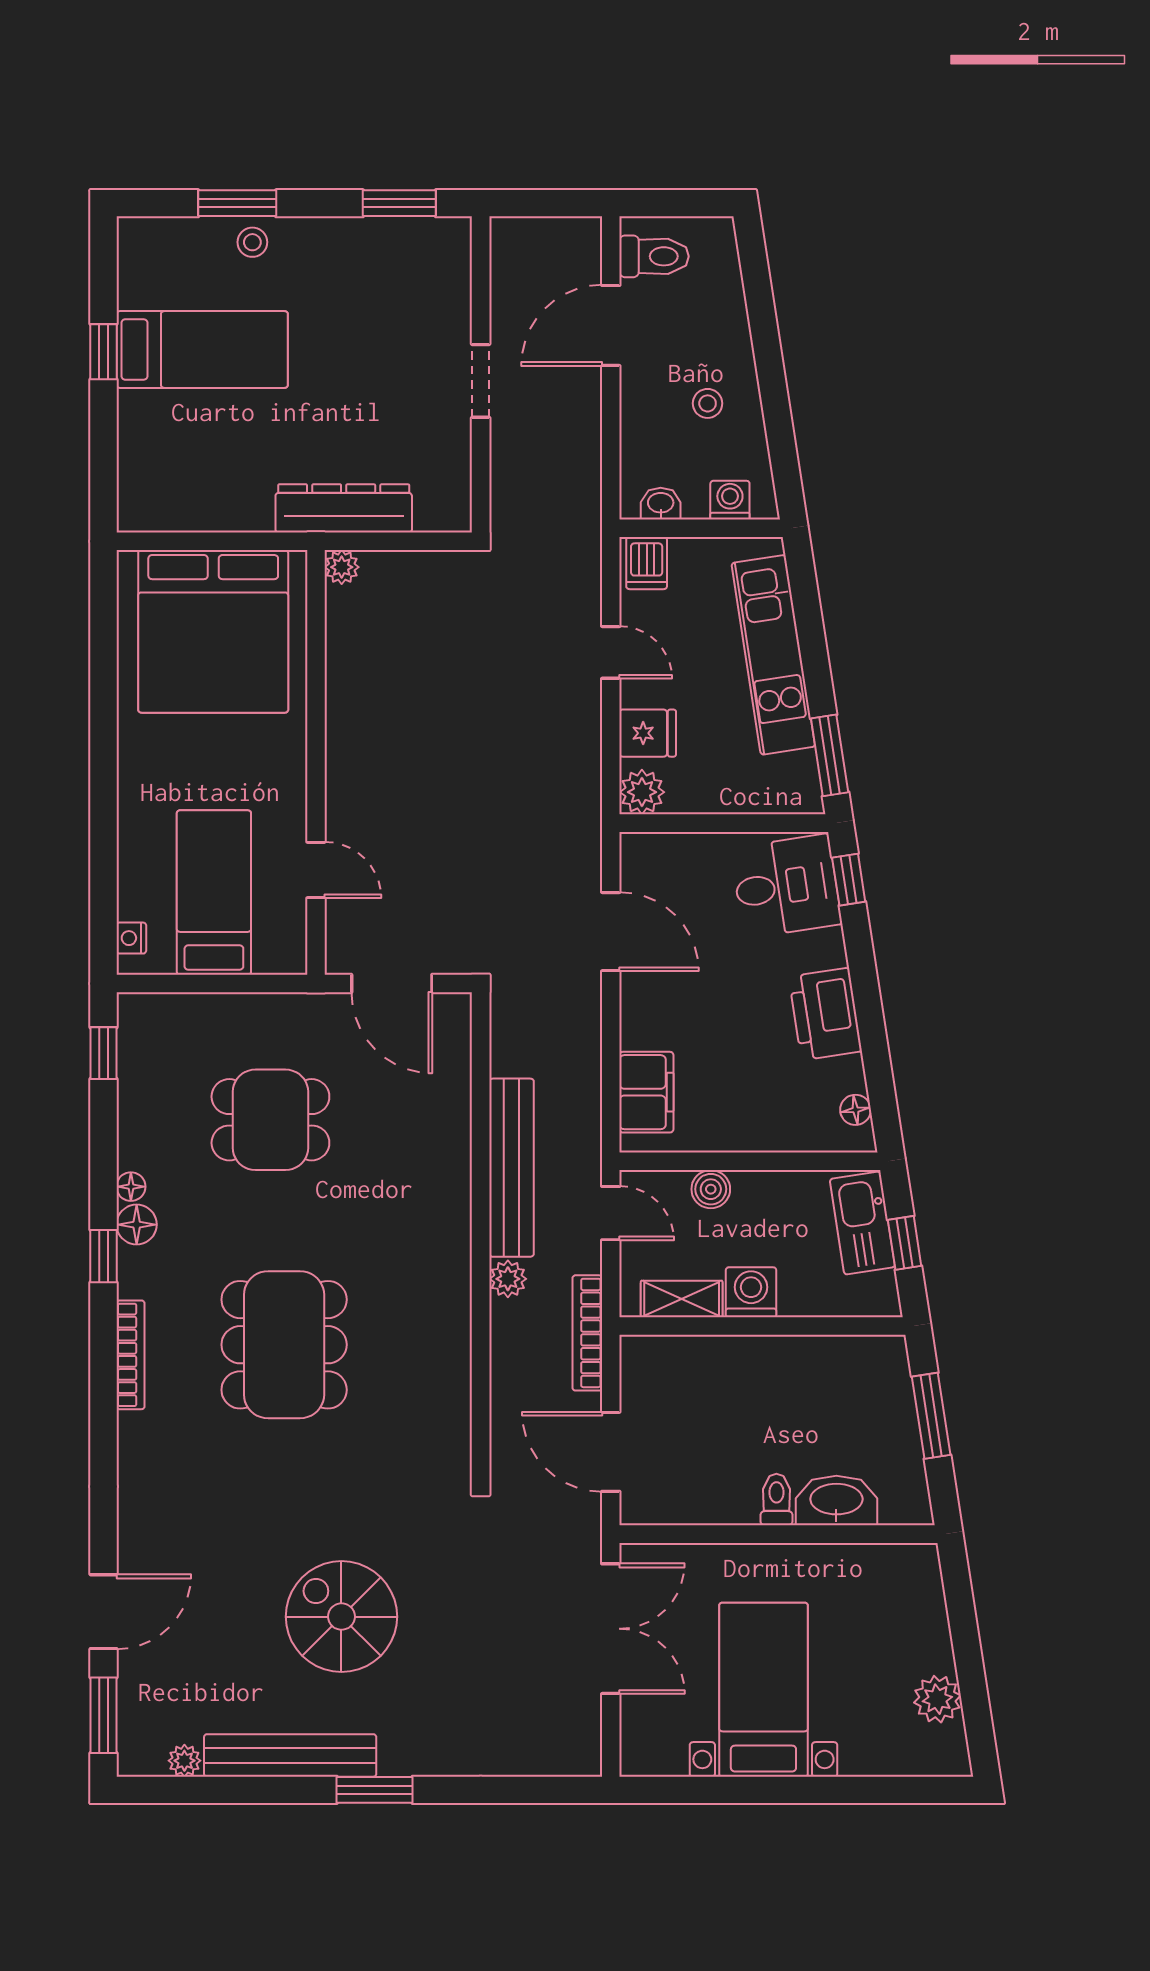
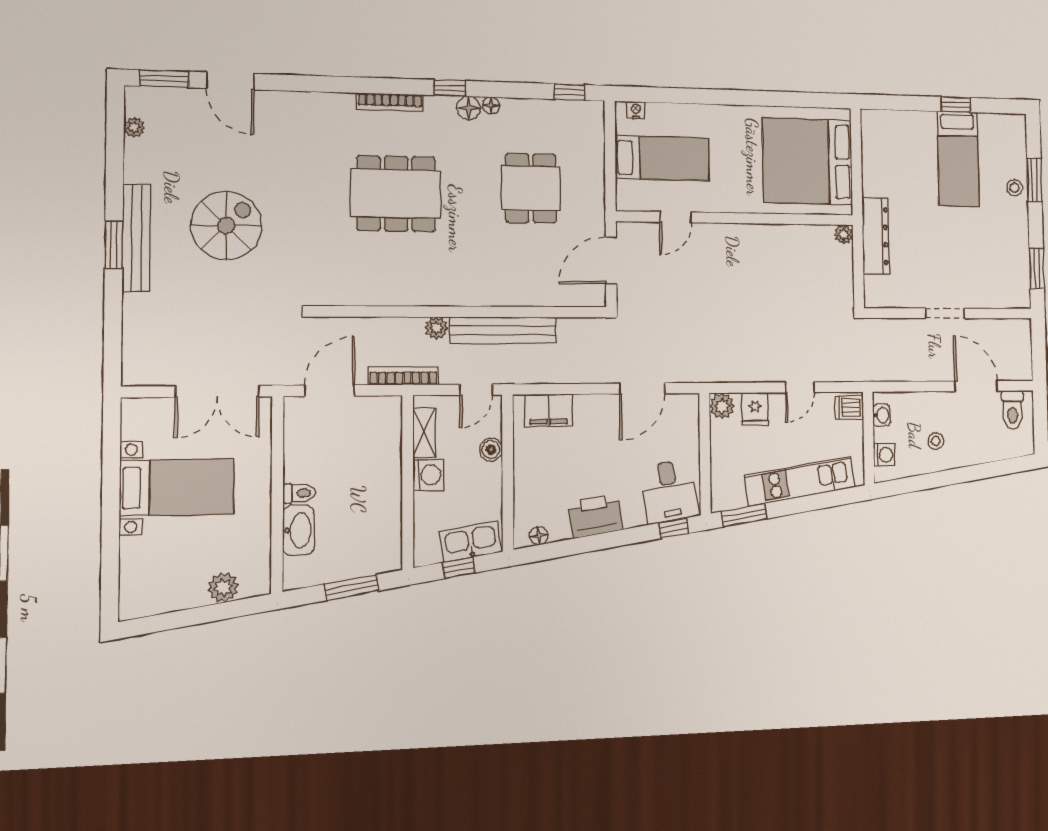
plant: (937, 1699) -> (223, 588), moved
bench: (290, 1755) -> (136, 238), moved

